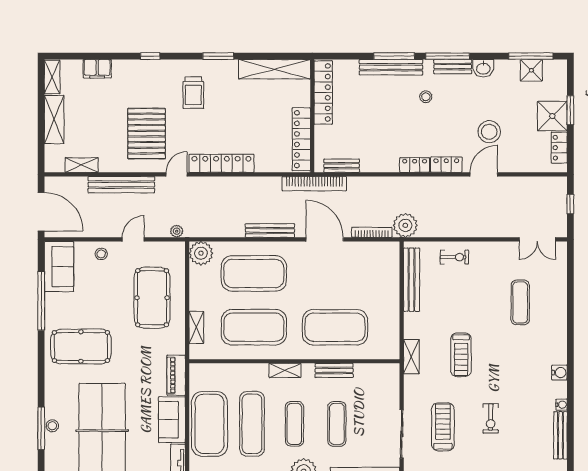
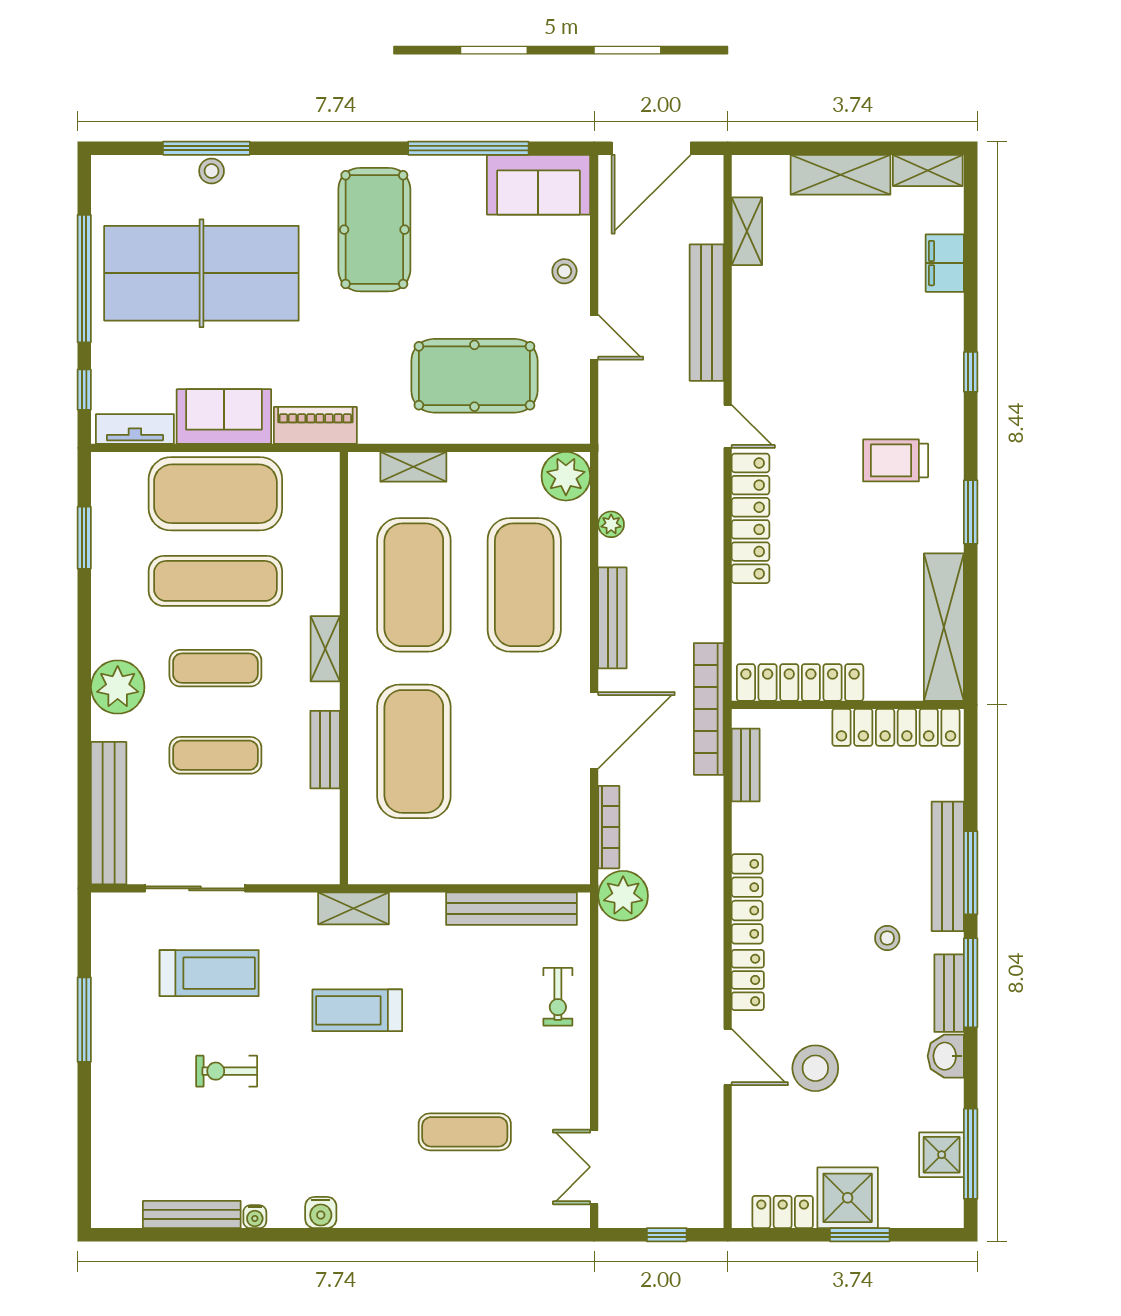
pallet: (147, 134) -> (812, 364), removed
locker: (415, 165) -> (747, 899), width x1.53
plant: (177, 231) -> (611, 524), moved

